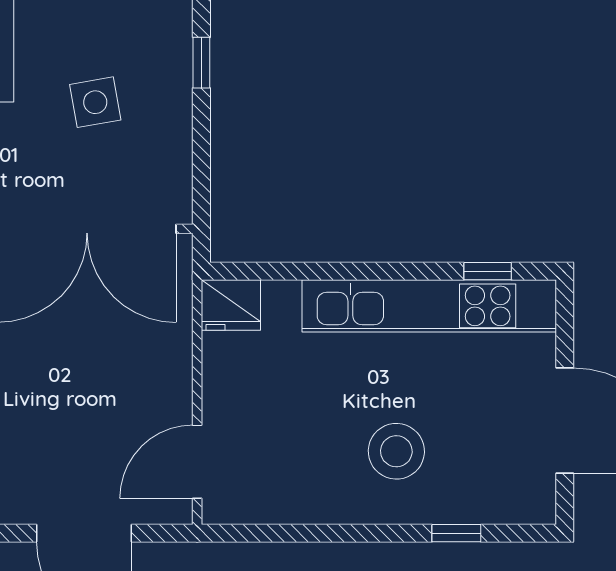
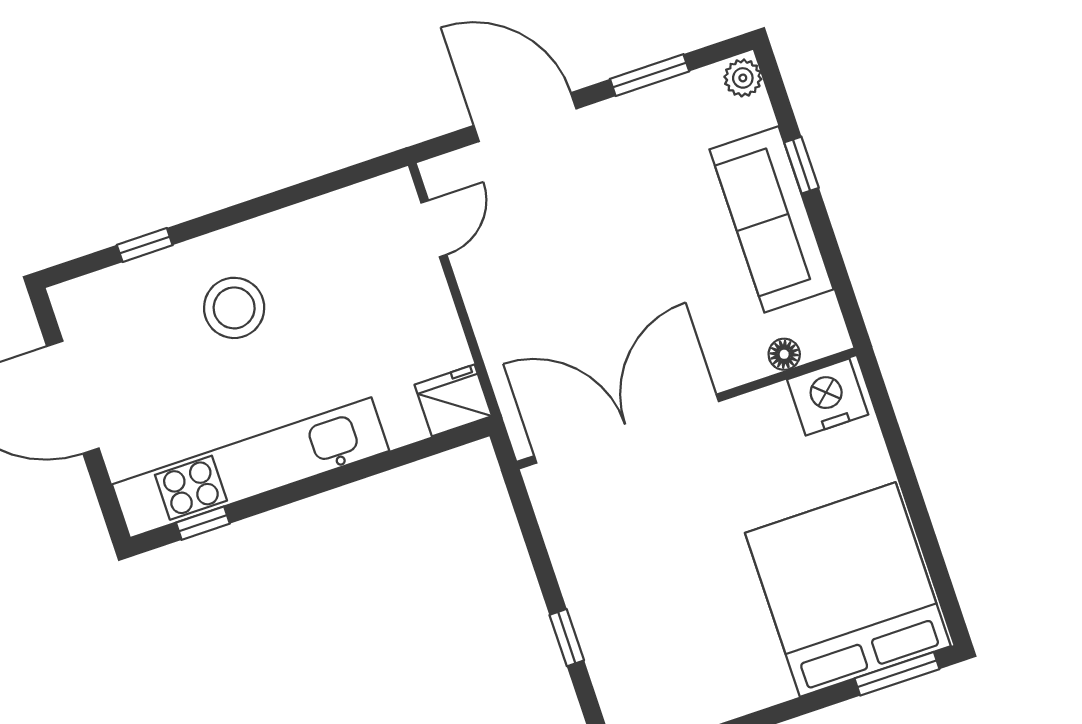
side table: (95, 102) -> (662, 561), removed
door: (197, 462) -> (434, 229), width x0.73

